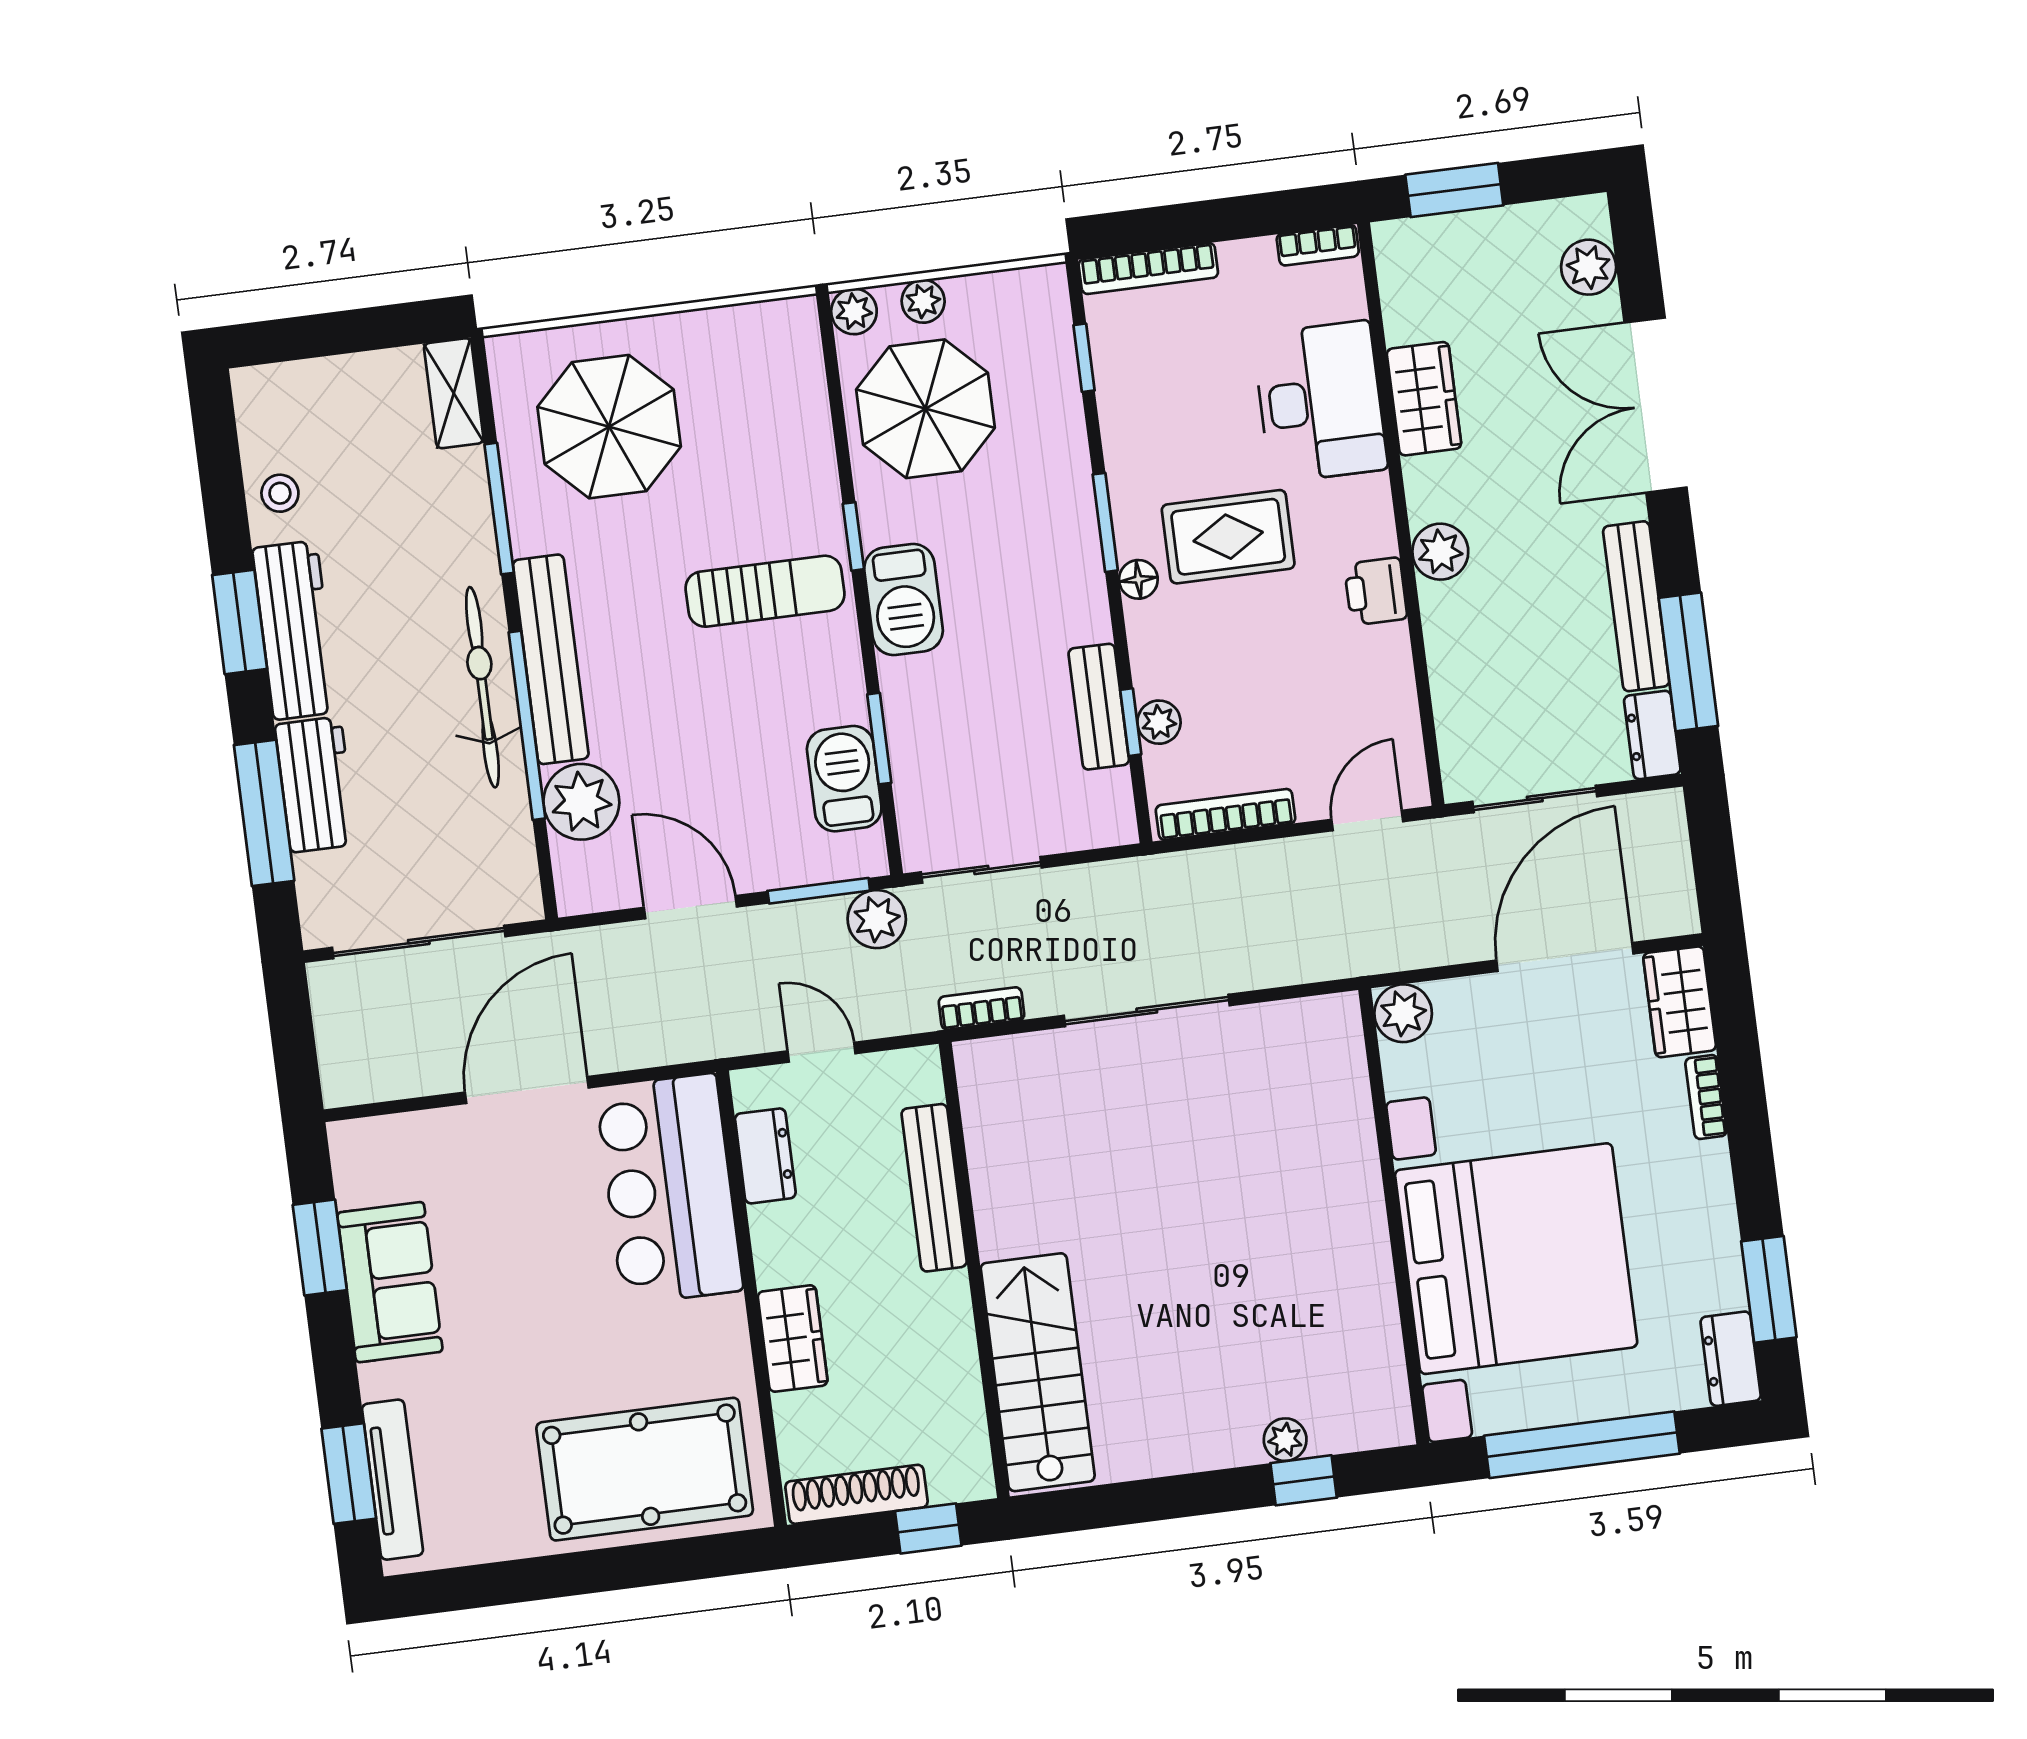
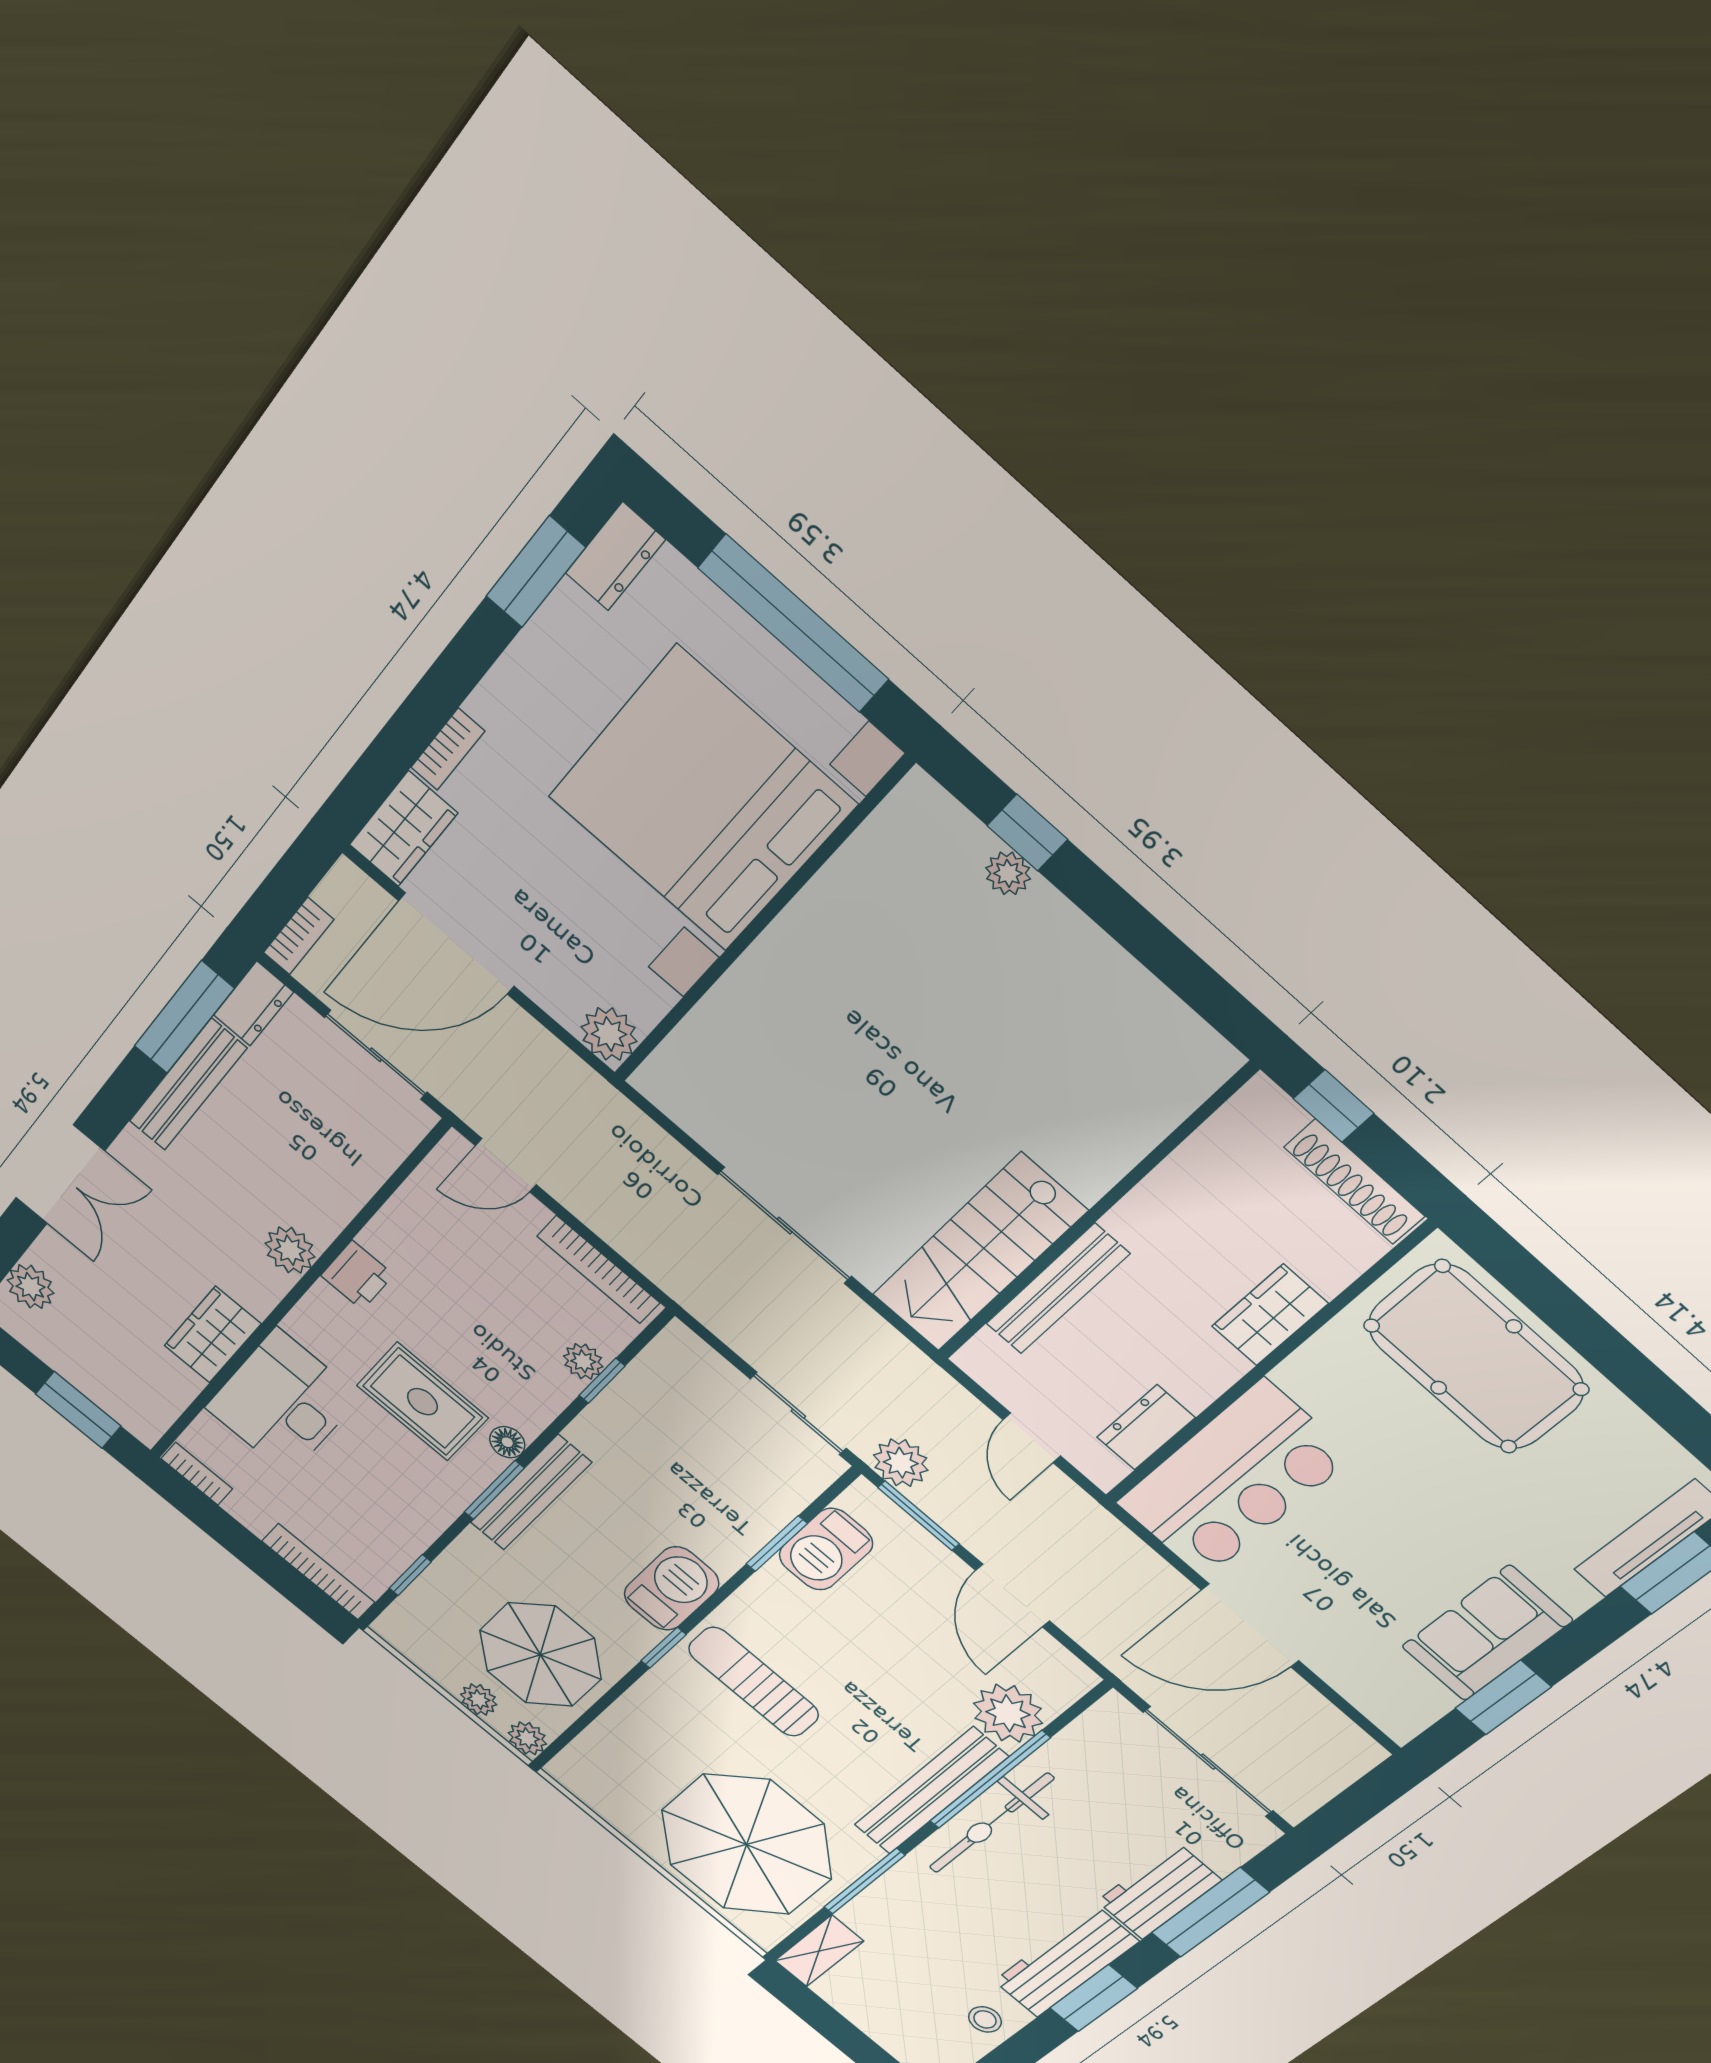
double door: (1655, 405) -> (60, 1174), width x0.73
parasol: (609, 427) -> (746, 1845), width x1.36, depth x1.36
bench: (1099, 707) -> (531, 1493), moved, width x1.36
bookcase: (982, 1008) -> (298, 936), moved, turned -90
stairs: (1038, 1372) -> (979, 1253), moved

